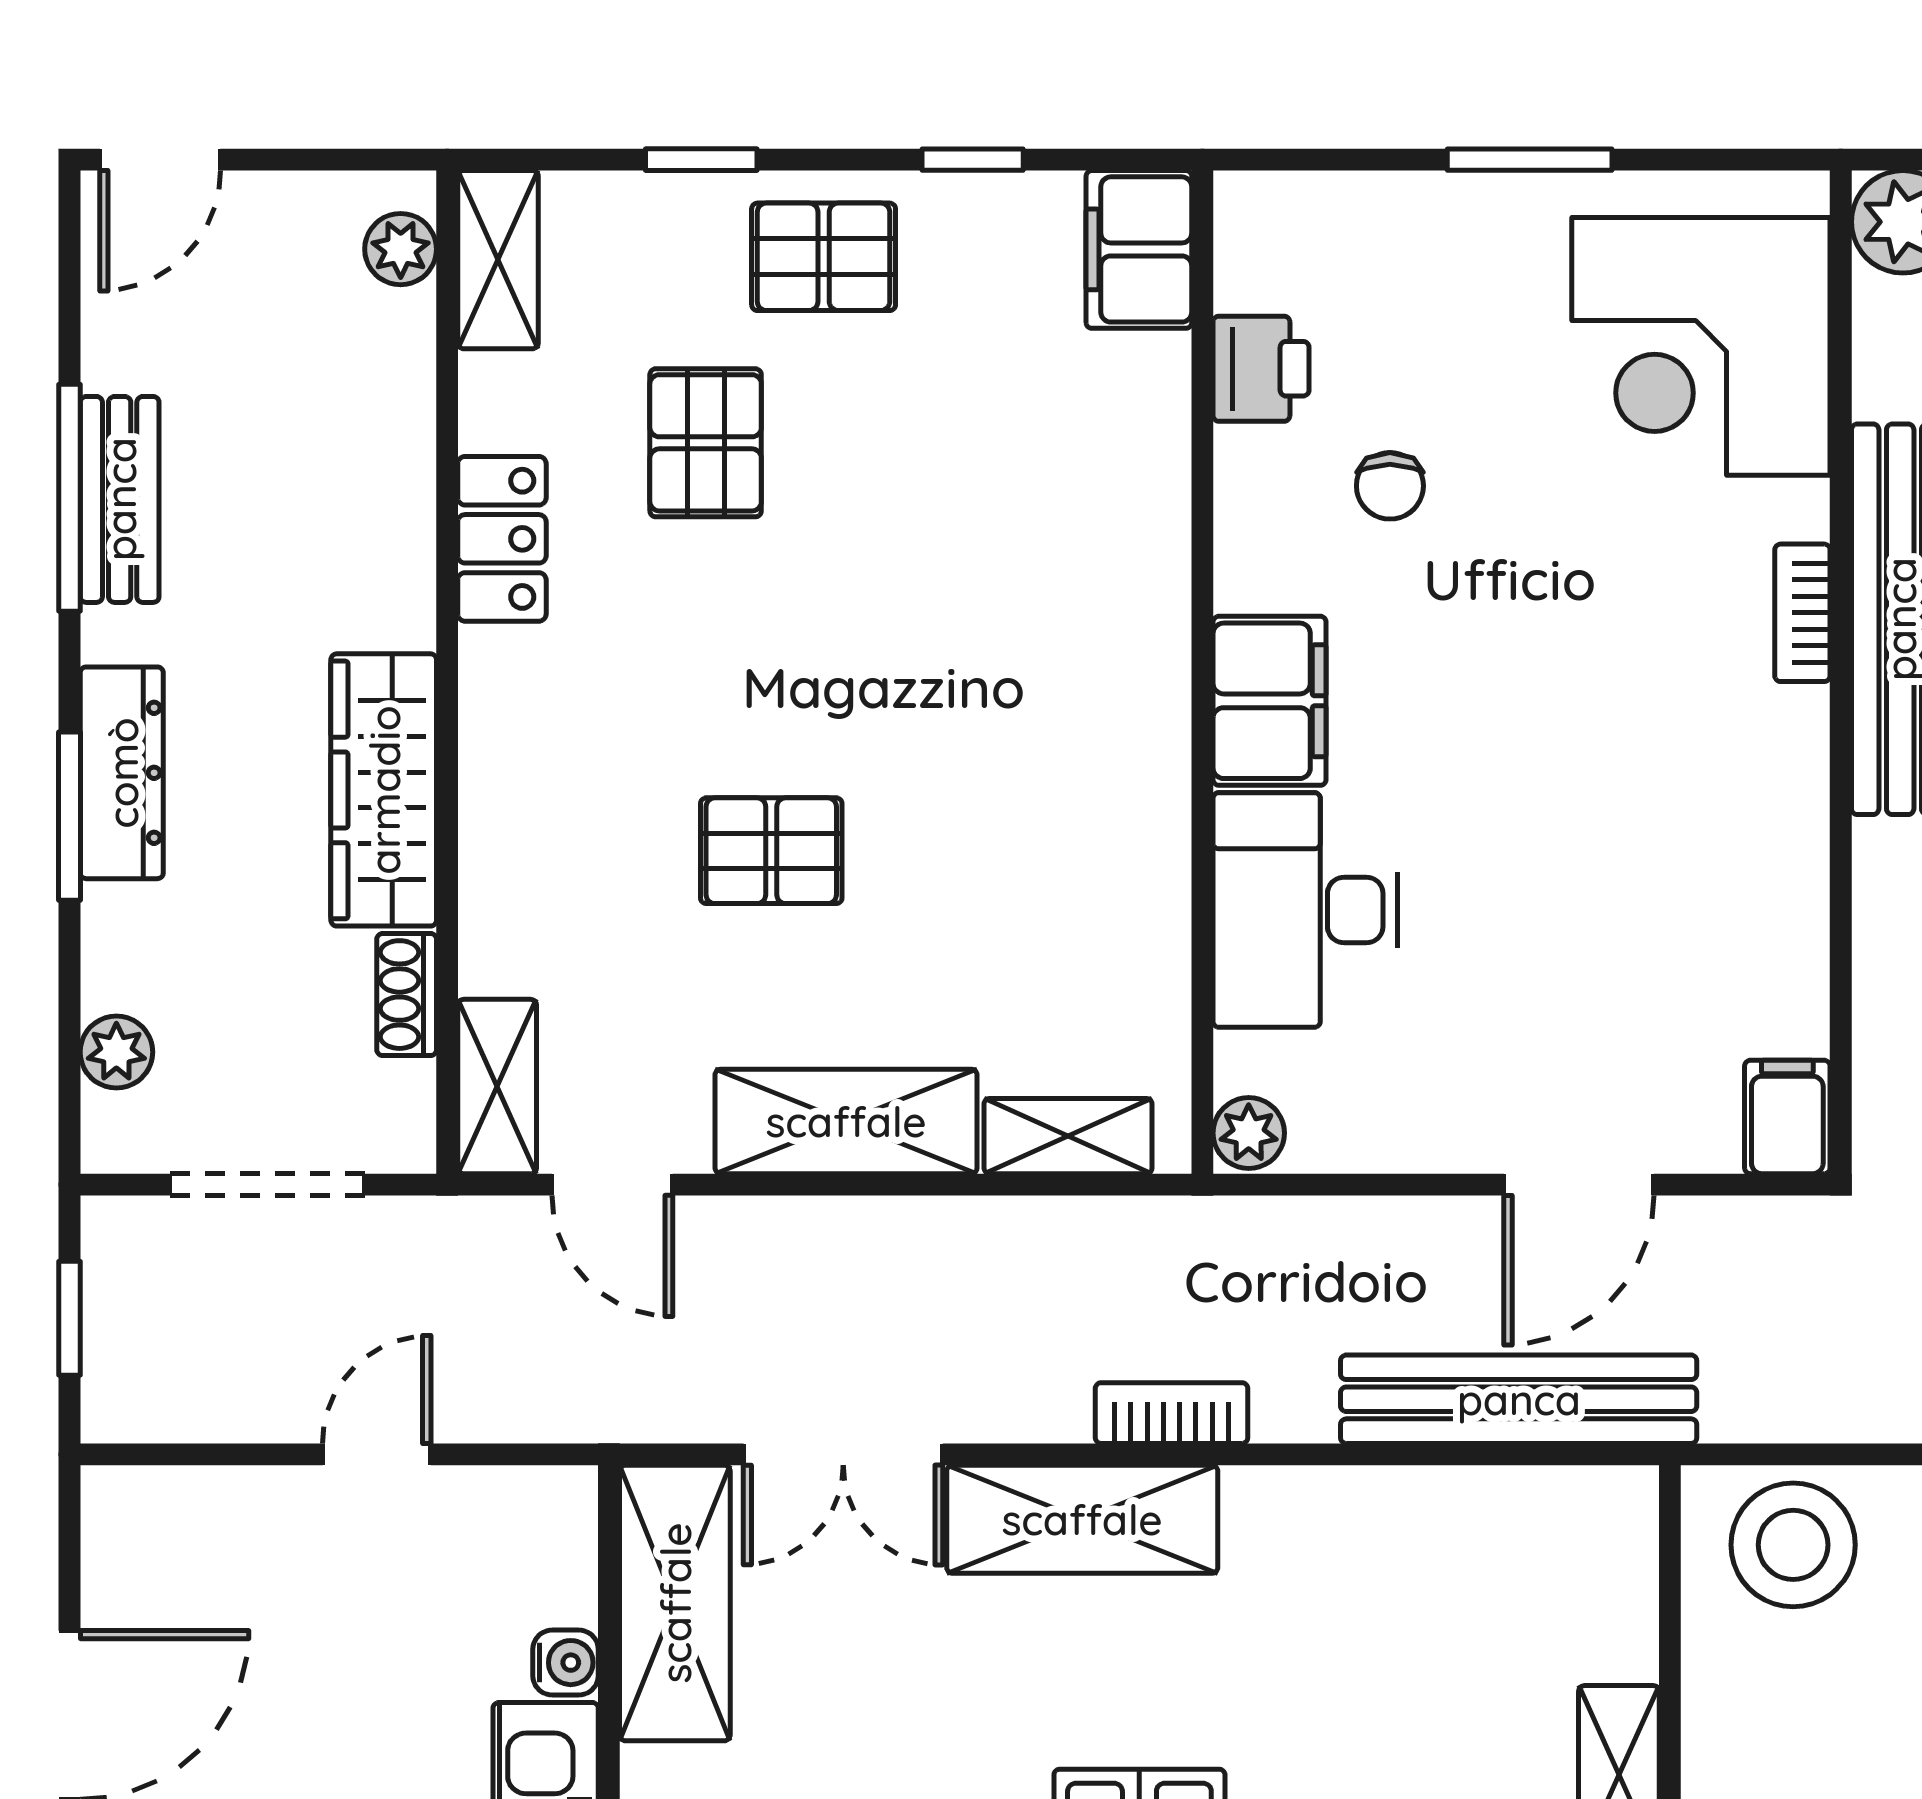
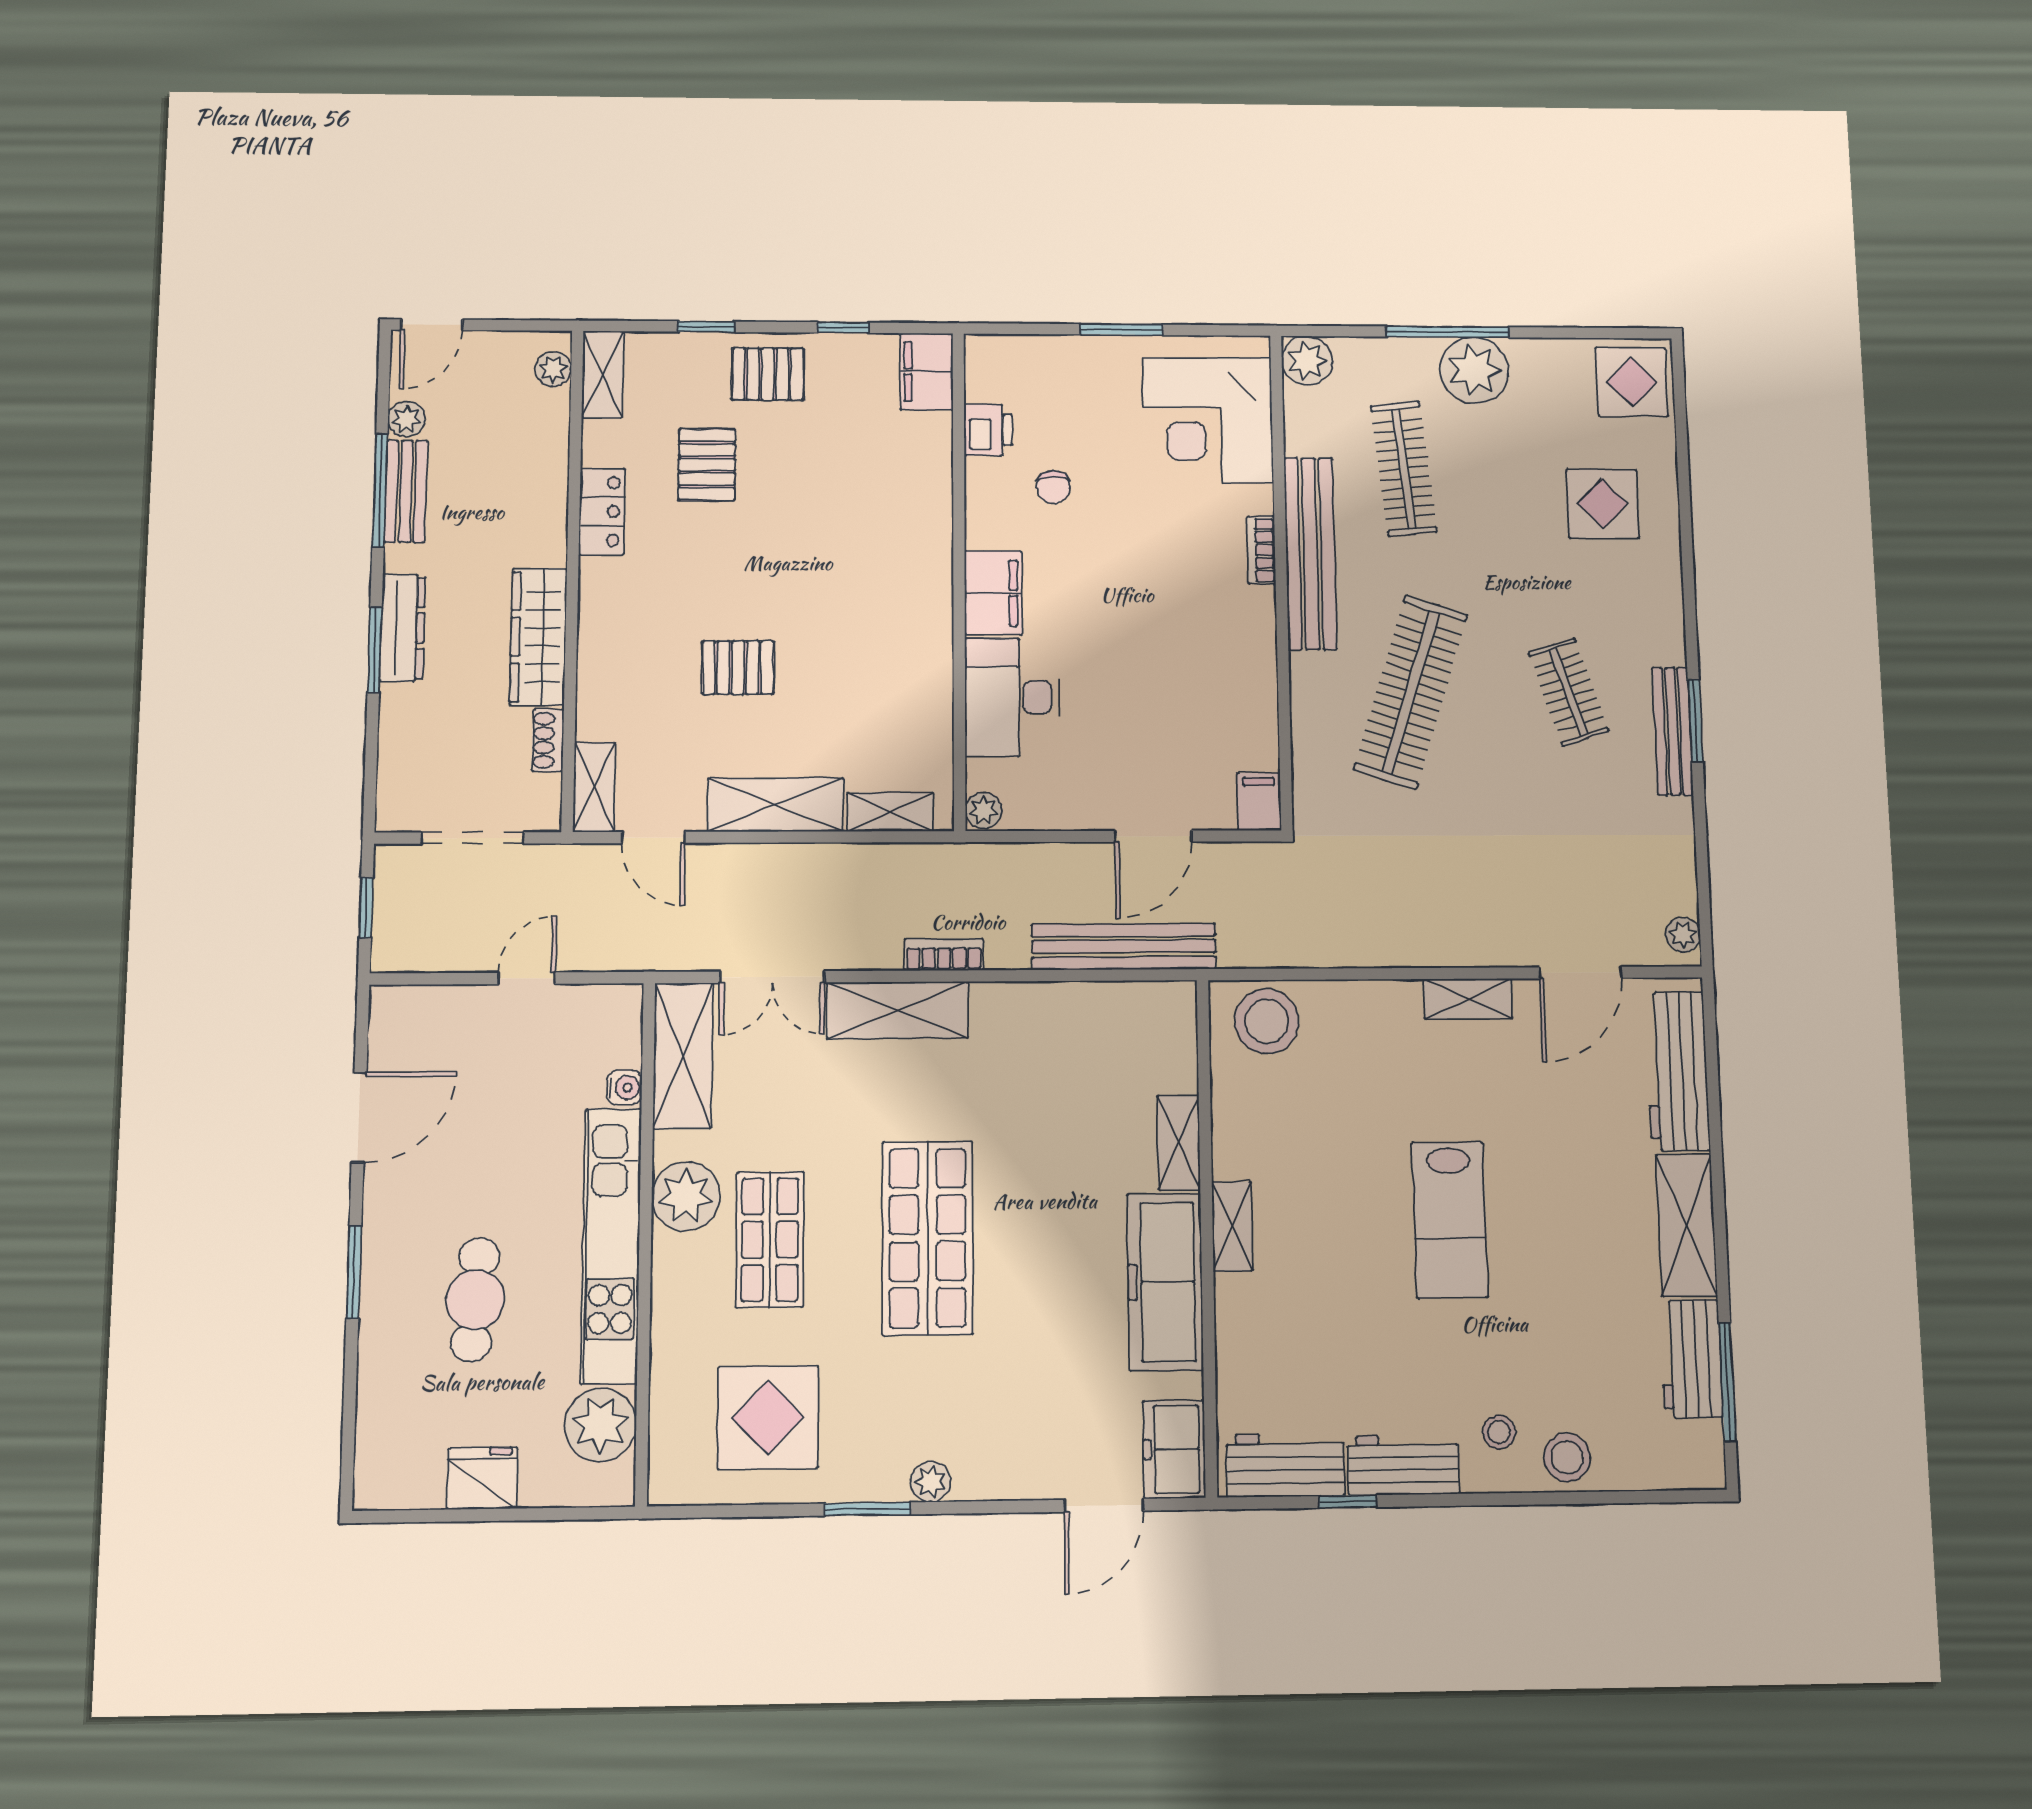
plant: (116, 1052) -> (406, 419), moved

